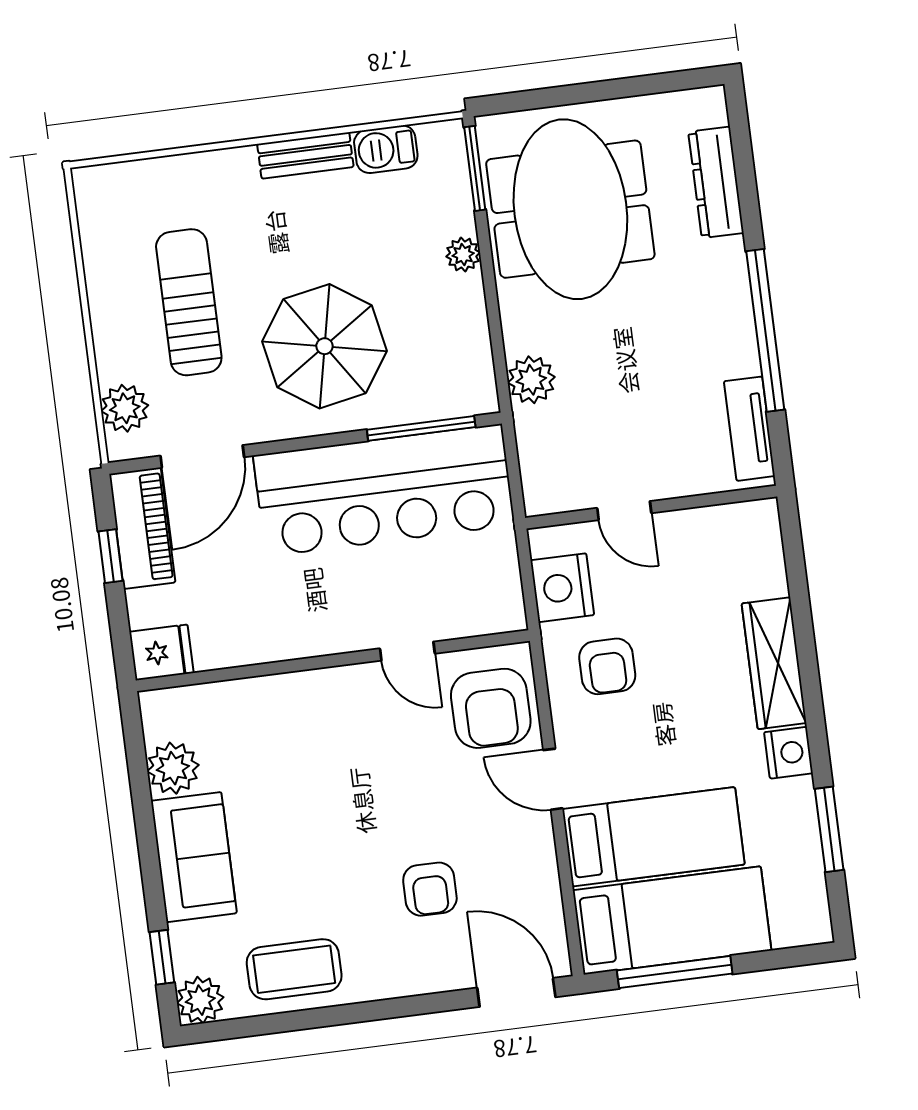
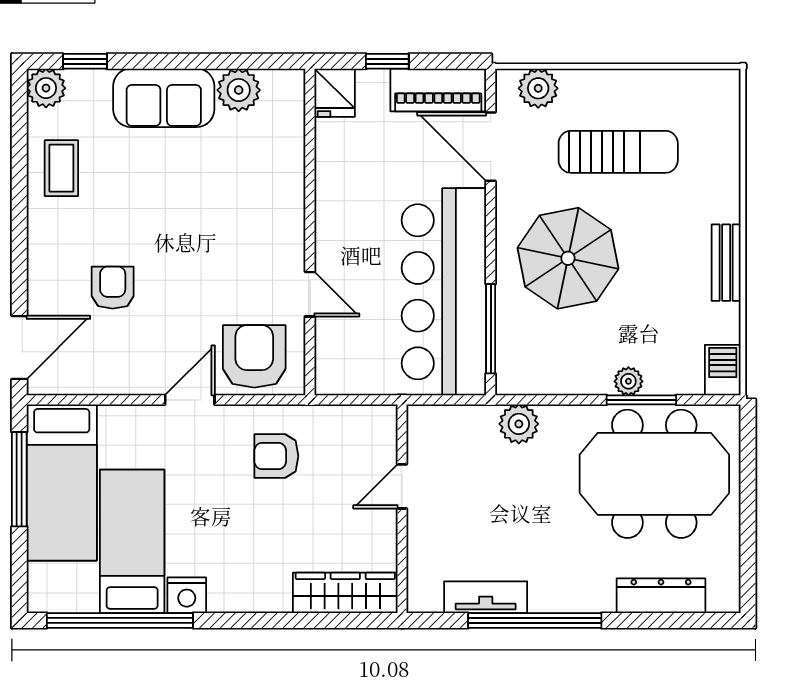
barbecue: (386, 149) -> (723, 370), moved
window: (475, 168) -> (641, 400), moved
tv unit: (749, 429) -> (486, 597), moved
window: (111, 556) -> (387, 61), moved
nightstand: (562, 588) -> (345, 427), removed
door: (407, 651) -> (310, 294), swing flipped
wardrobe: (774, 663) -> (345, 593), moved
armchair: (491, 708) -> (254, 356), turned 90
window: (829, 829) -> (120, 620), width x2.11
bed: (654, 837) -> (132, 541), moved, turned 180
armchair: (430, 889) -> (113, 288), turned 90
coffee table: (294, 969) -> (61, 168), width x0.73, depth x0.77

